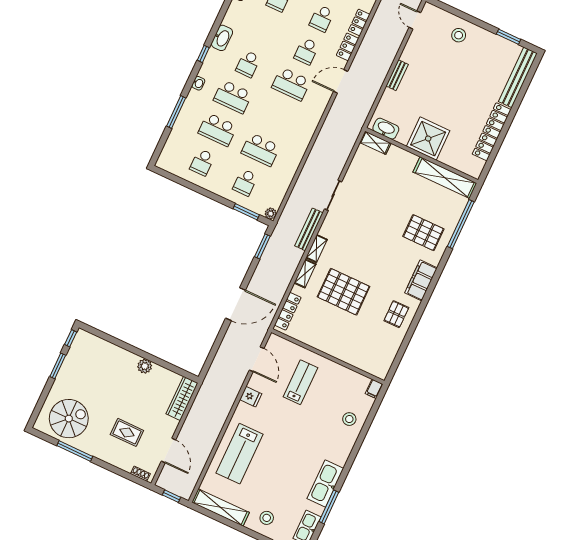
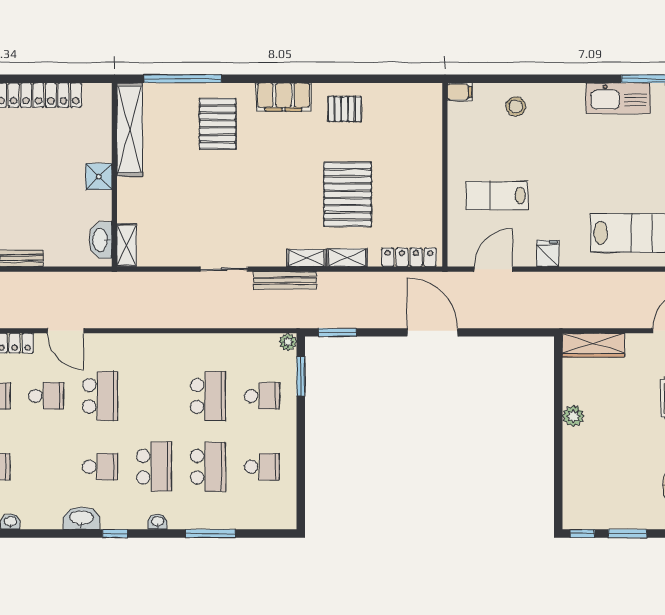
shower: (428, 139) -> (99, 177), width x0.54, depth x0.54

